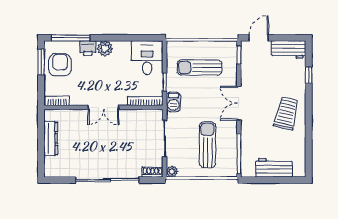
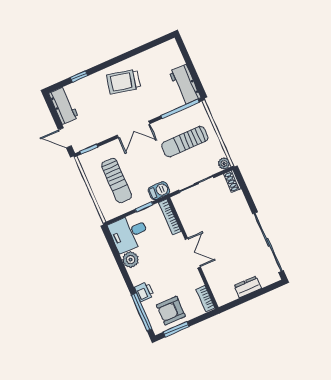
plant: (105, 49) -> (131, 260), moved
dresser: (51, 138) -> (248, 287), width x0.70
workbench: (274, 168) -> (185, 85), moved
sliding door: (107, 180) -> (268, 242), moved

